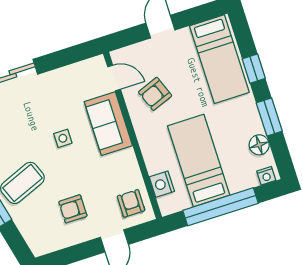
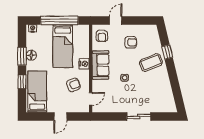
door: (114, 78) -> (91, 99), swing flipped
sofa: (108, 124) -> (100, 65), moved
floor lamp: (259, 145) -> (31, 55), moved
nightstand: (162, 184) -> (84, 64), moved

